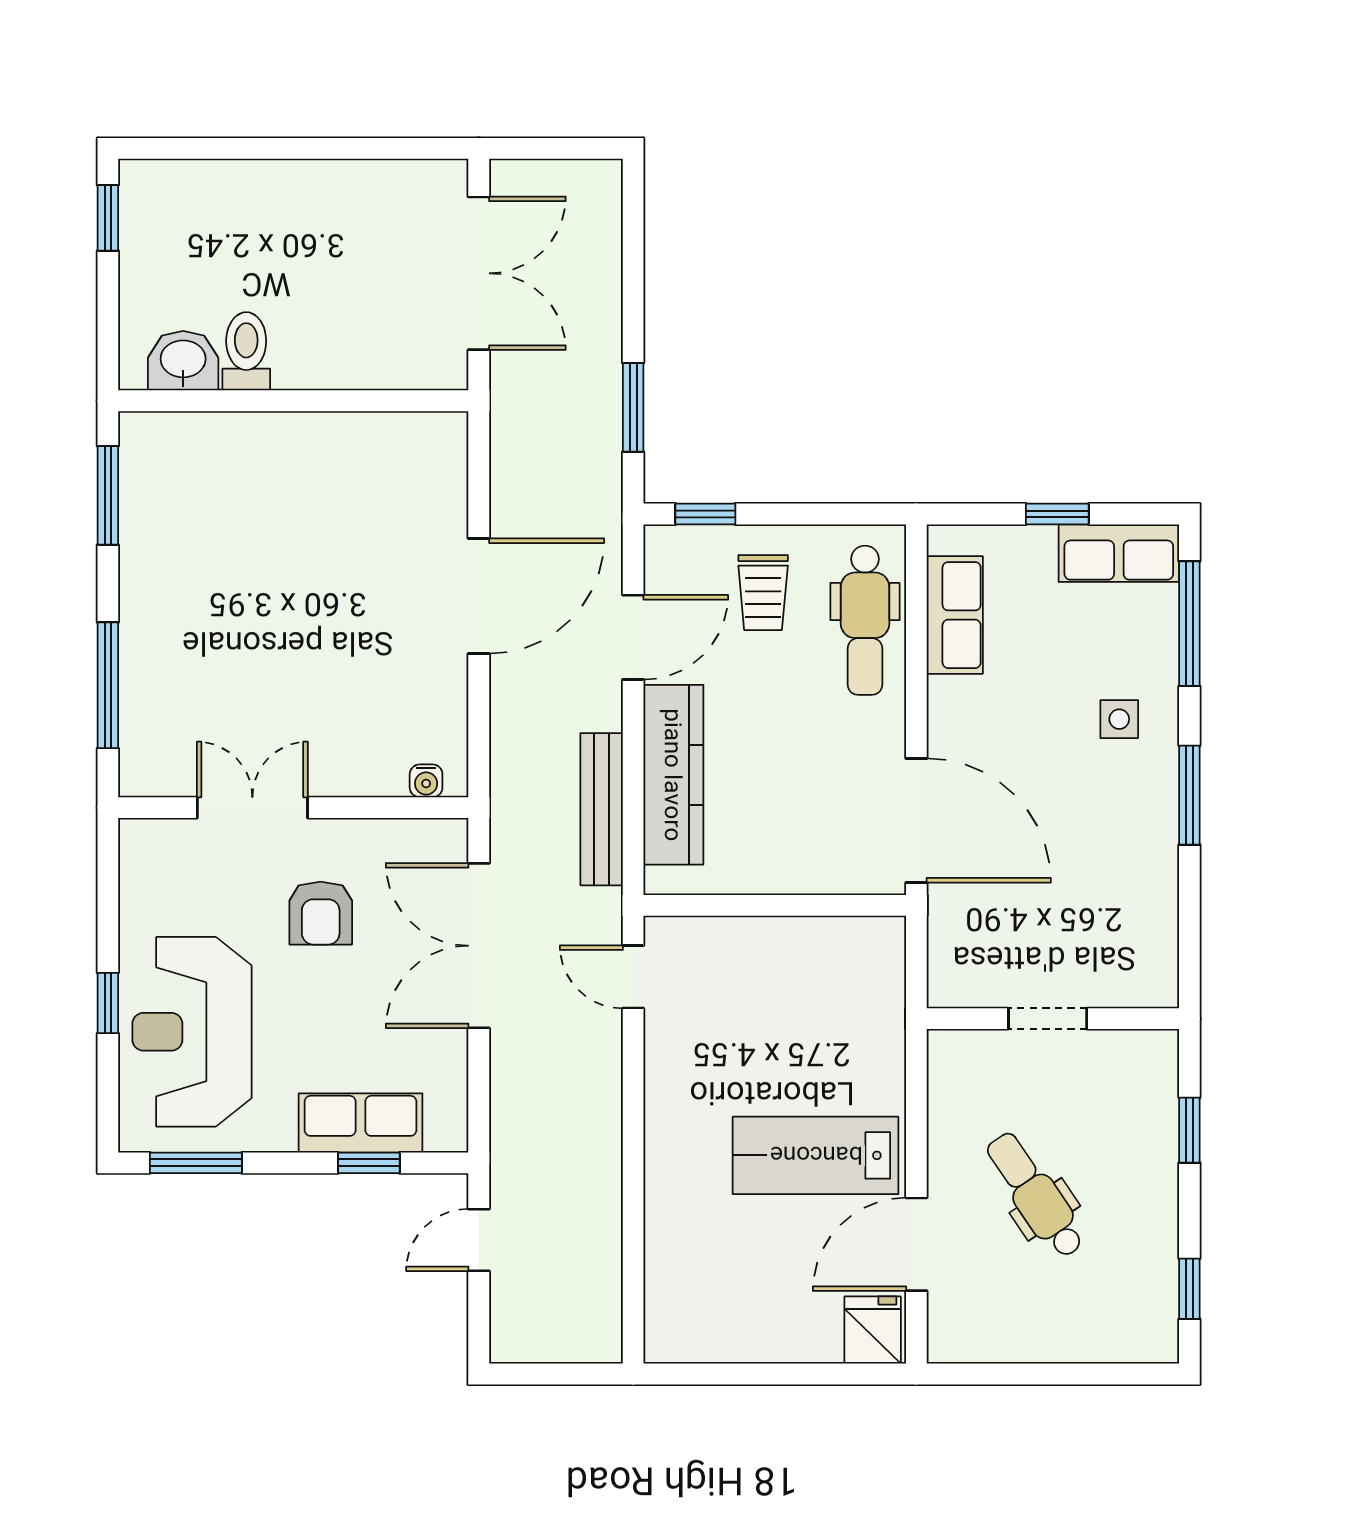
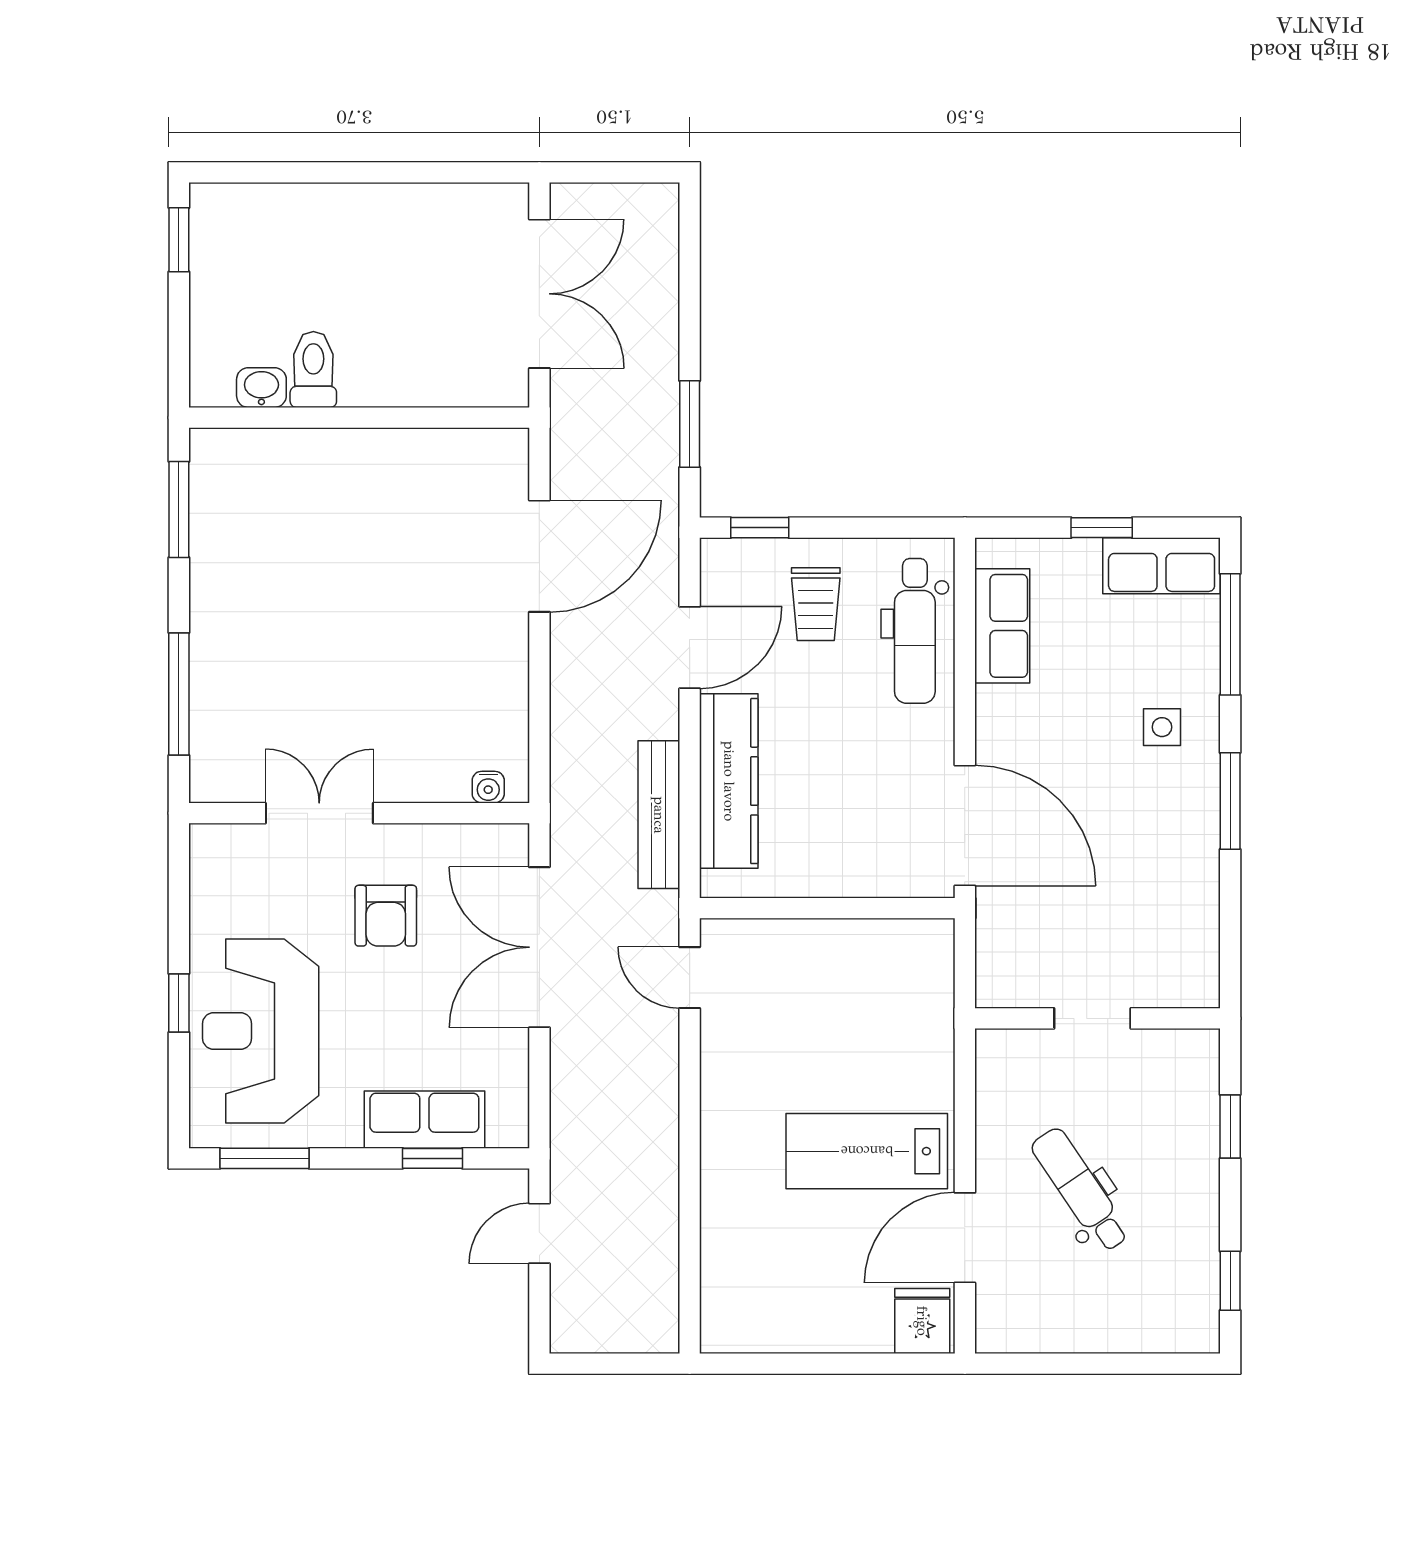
washbasin: (183, 361) -> (261, 388), width x0.72, depth x0.69
door: (479, 596) -> (539, 556), moved

